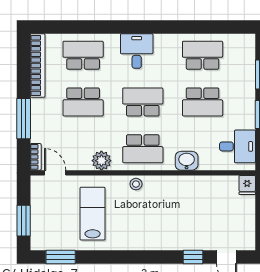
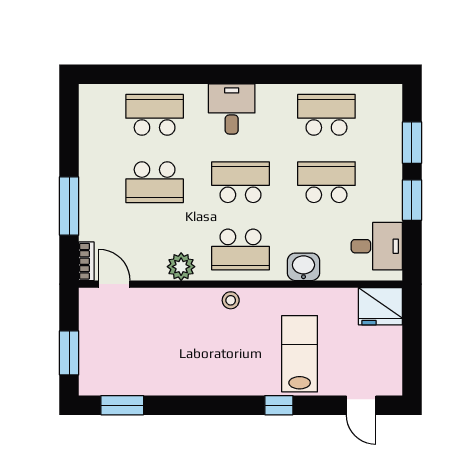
bookcase: (38, 66) -> (89, 130), removed
school desk: (203, 102) -> (326, 182), turned 180
fridge: (247, 185) -> (380, 306), width x1.88, depth x1.34
lab bench: (93, 214) -> (300, 354), moved
window: (193, 257) -> (279, 405), moved

